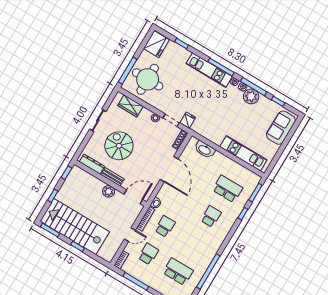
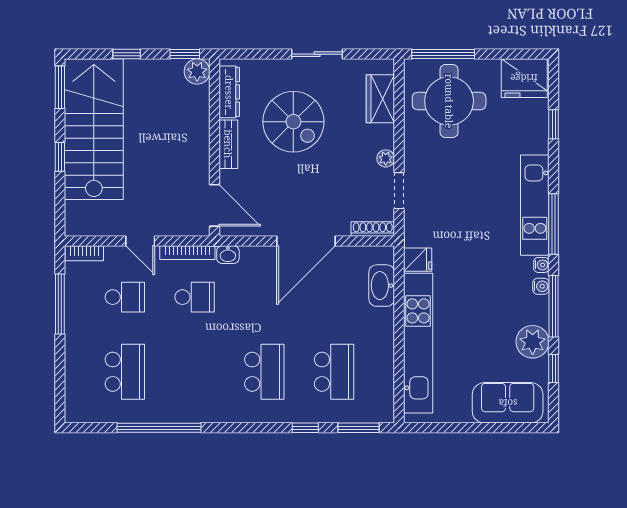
plant: (251, 96) -> (533, 342), moved
fridge: (188, 120) -> (418, 260), moved
spiral stairs: (119, 146) -> (293, 122), turned 90
kitchen unit: (243, 153) -> (418, 343), width x1.36
plant: (109, 191) -> (197, 71), moved
school desk: (211, 216) -> (264, 372), width x1.85

